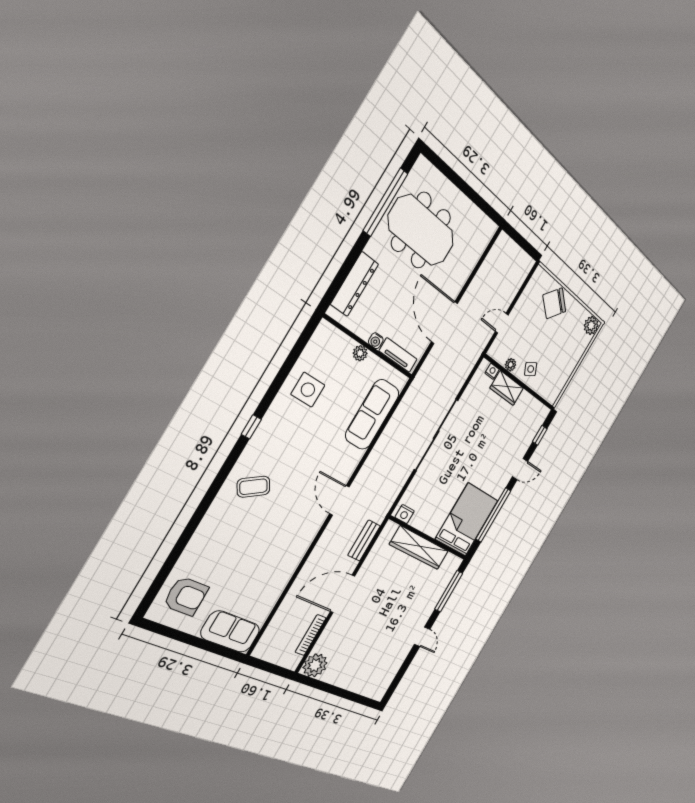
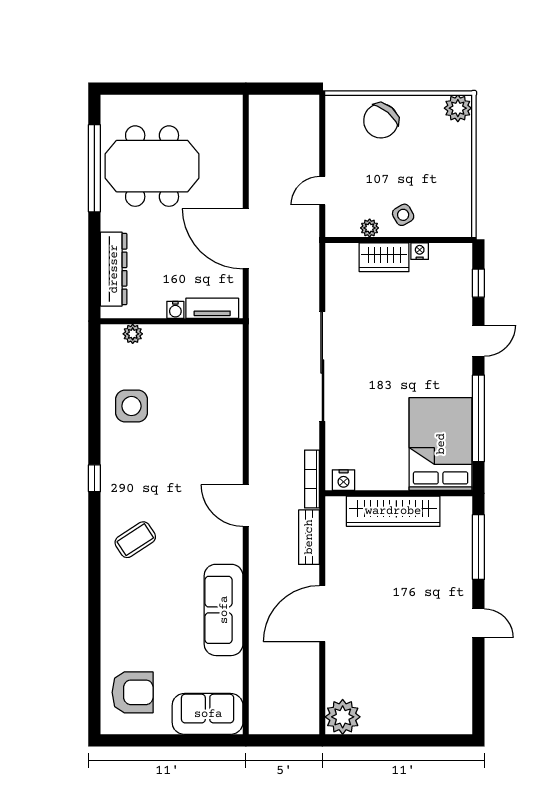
plant: (360, 353) -> (133, 334), moved
nightstand: (492, 371) -> (420, 251), moved
sofa: (372, 414) -> (224, 610), moved
bookcase: (311, 635) -> (312, 479), moved

